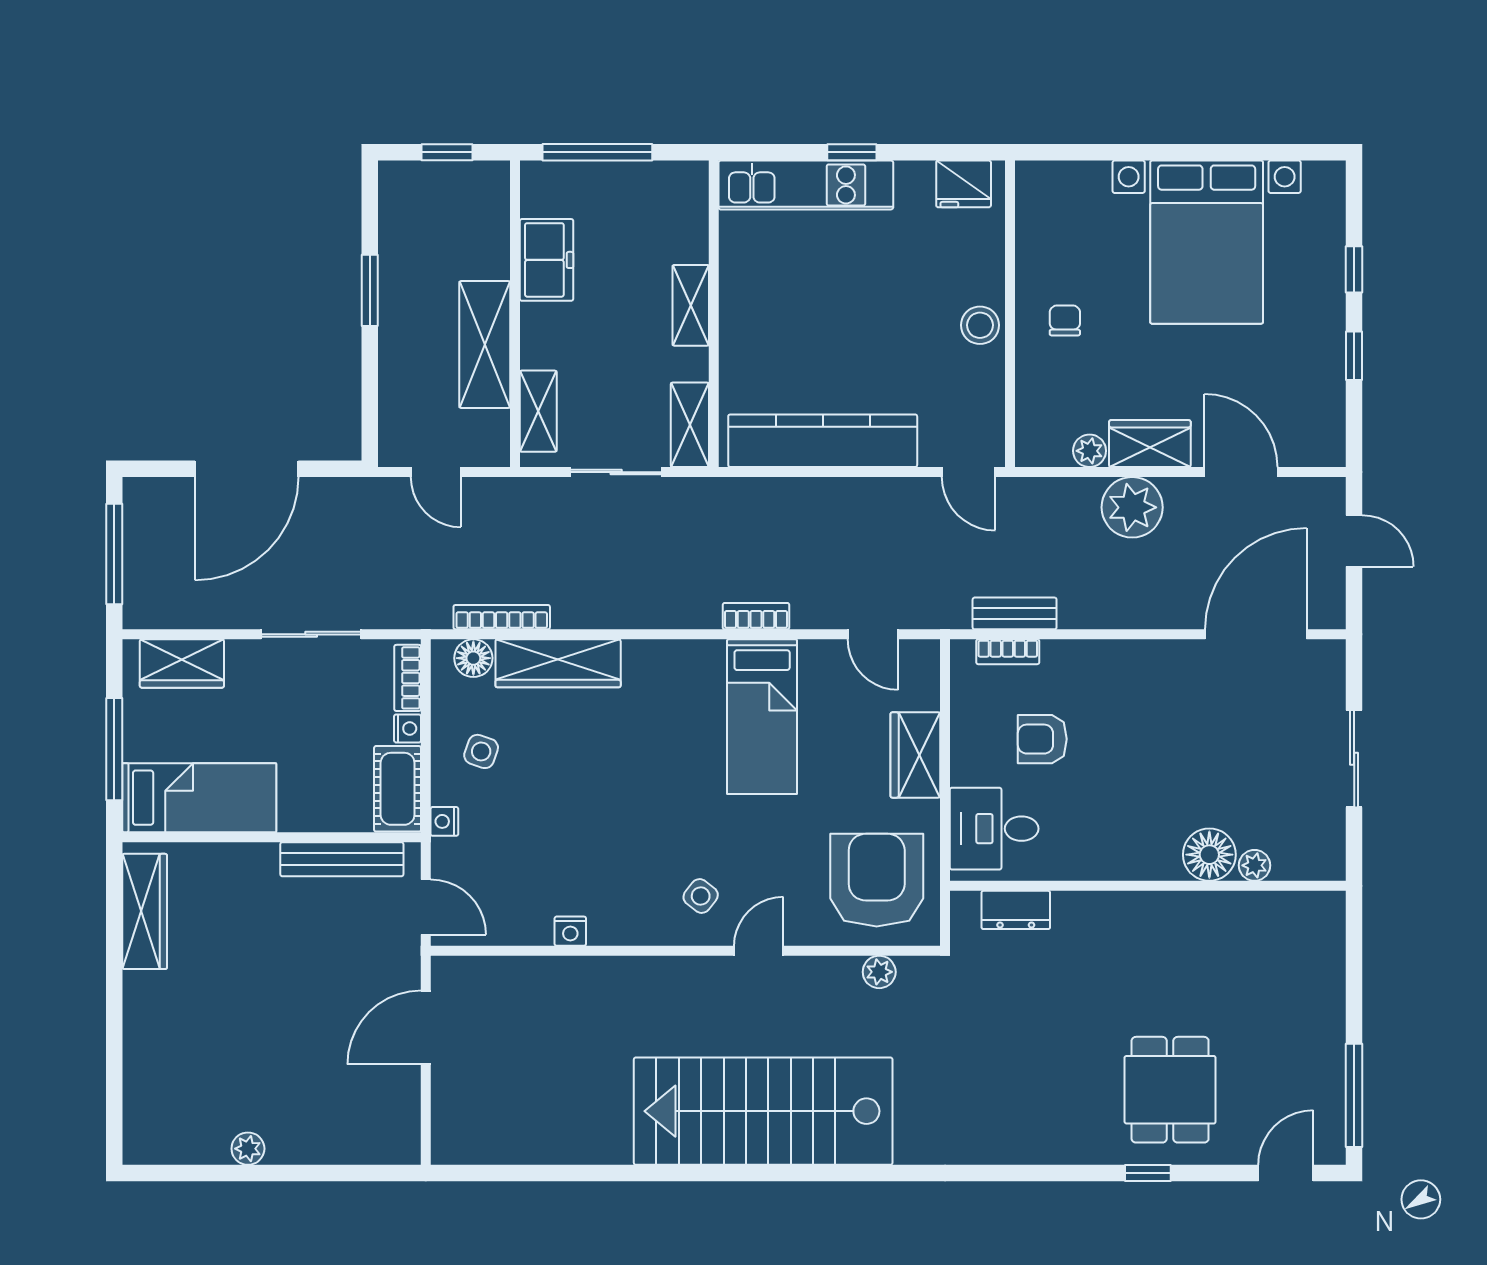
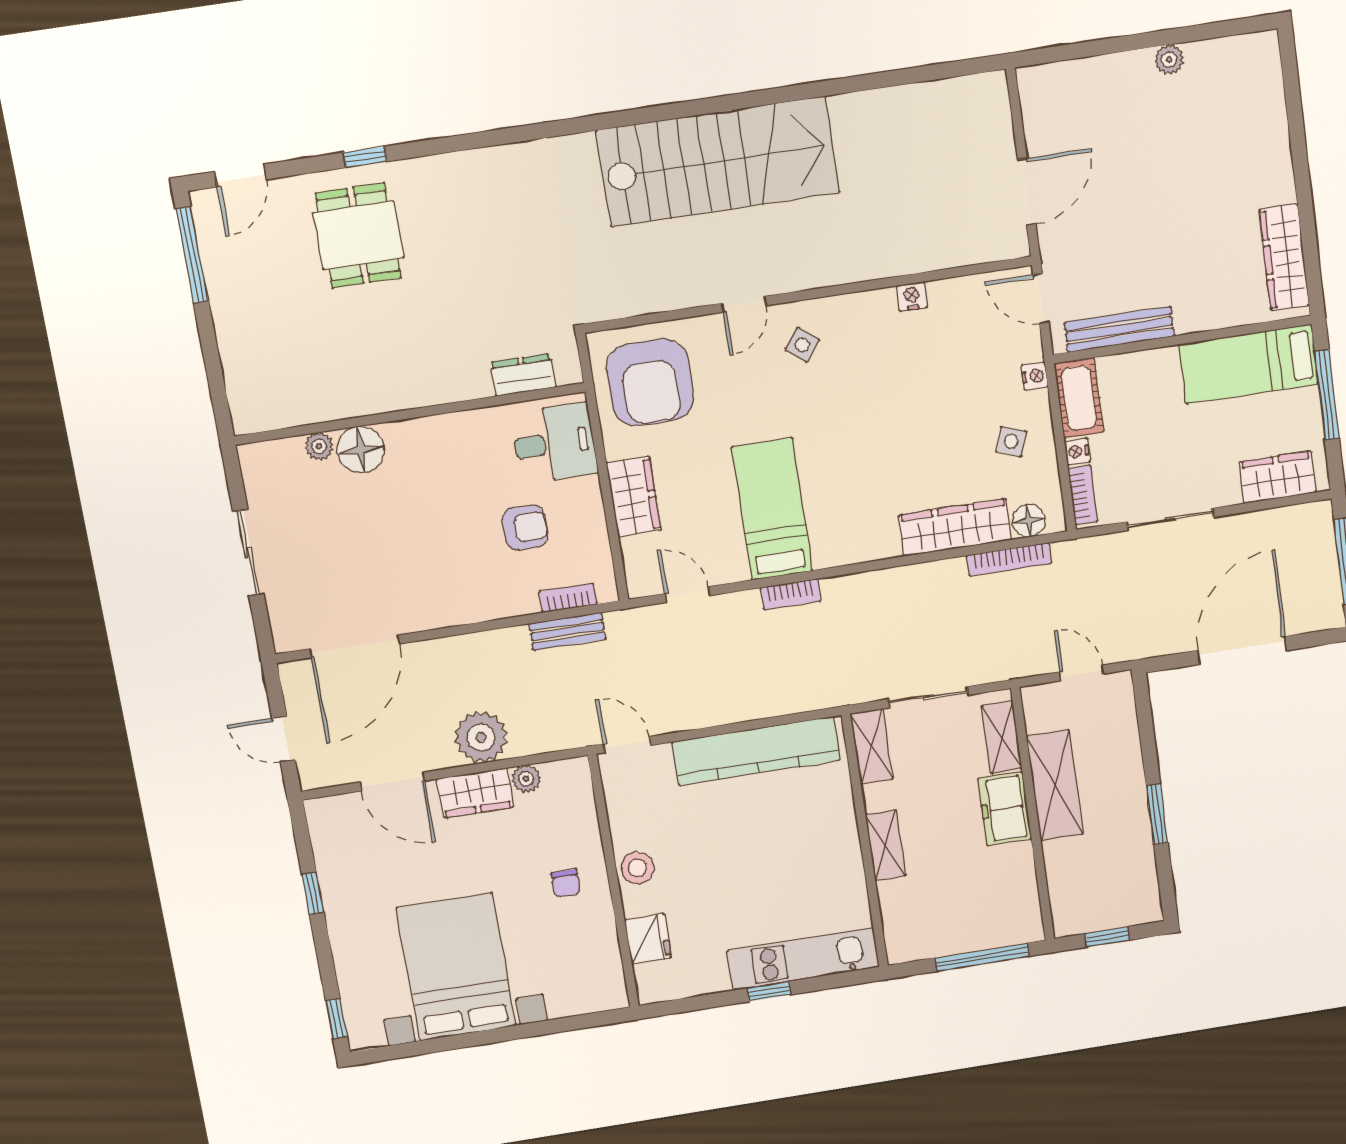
fridge: (964, 184) -> (648, 939), moved, turned 90
freezer: (547, 260) -> (1005, 809), moved
window: (1354, 269) -> (336, 1019), moved
plant: (879, 972) -> (635, 302), removed

